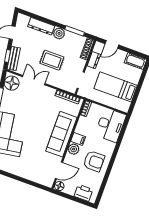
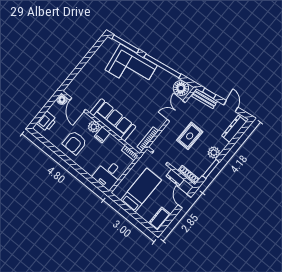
dresser: (41, 26) -> (234, 129), moved
double door: (34, 80) -> (176, 111), swing flipped
desk: (110, 125) -> (108, 174), width x0.73

